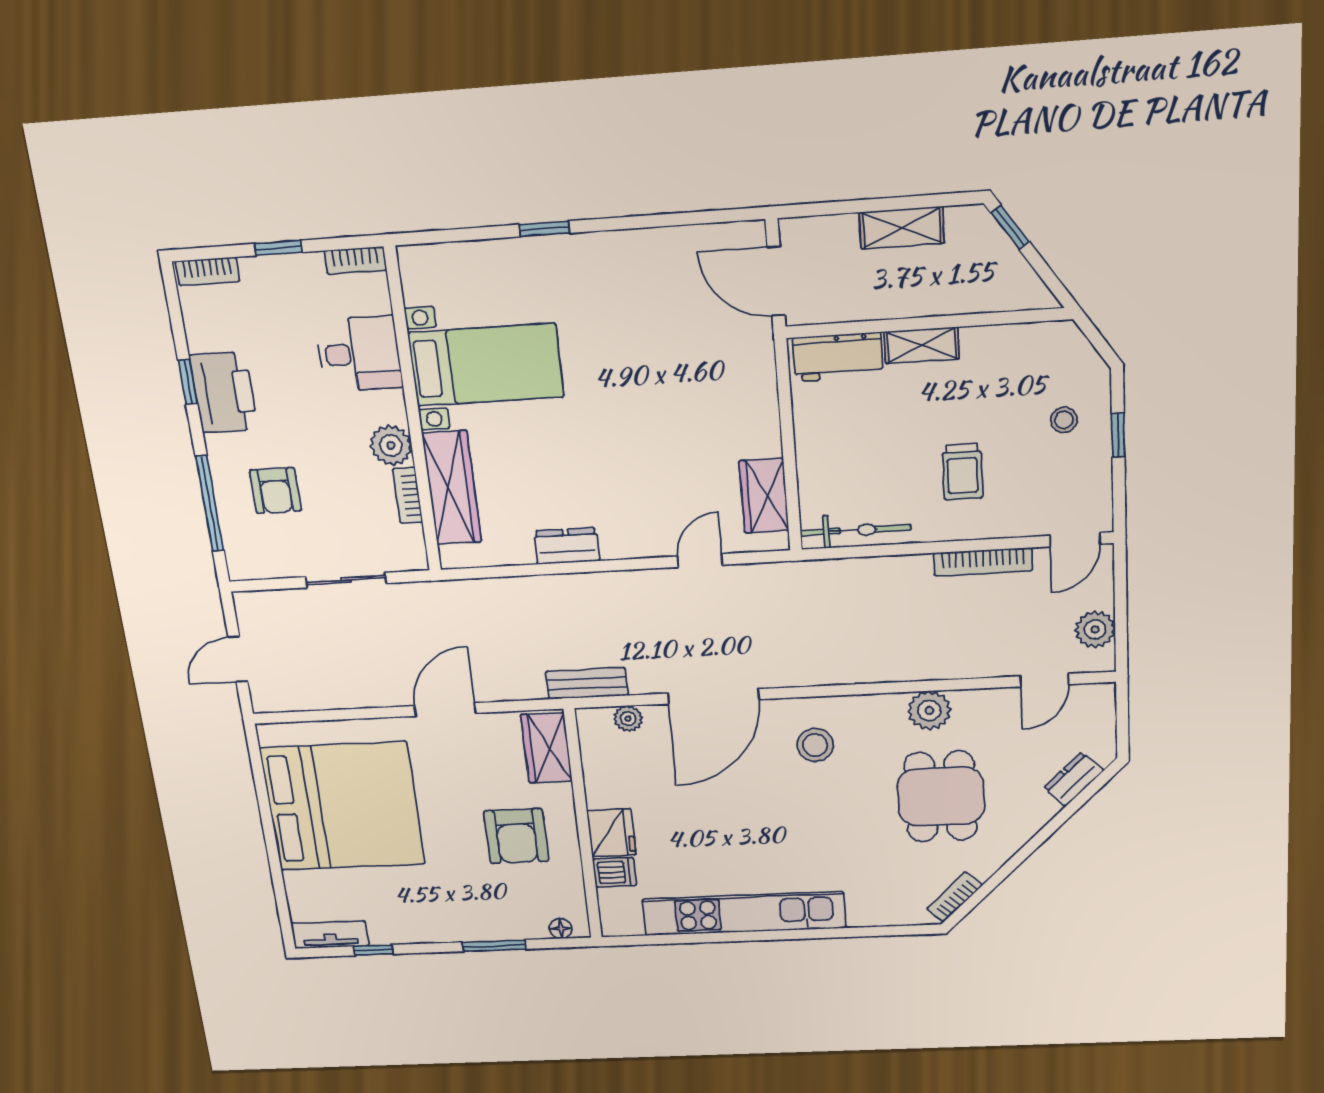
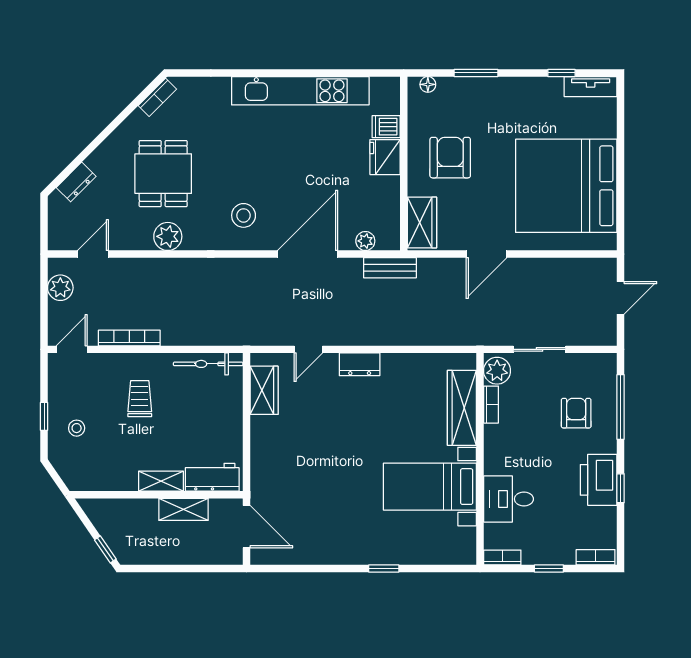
shelving: (902, 228) -> (184, 509), moved
plant: (391, 445) -> (497, 371), moved
dresser: (567, 546) -> (360, 364), moved

